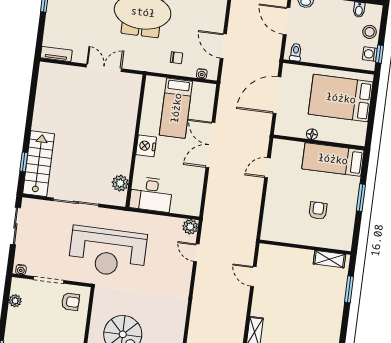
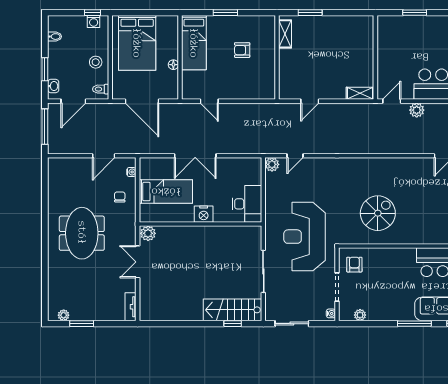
stool: (370, 32) -> (96, 62), moved
plant: (120, 183) -> (148, 233), moved
reception desk: (108, 252) -> (305, 237), turned 180

